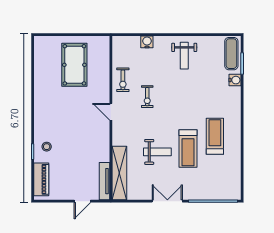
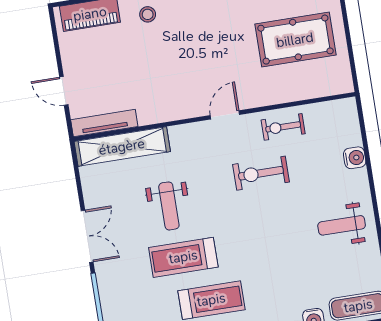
exercise bike: (147, 97) -> (261, 173), width x1.38, depth x1.39

